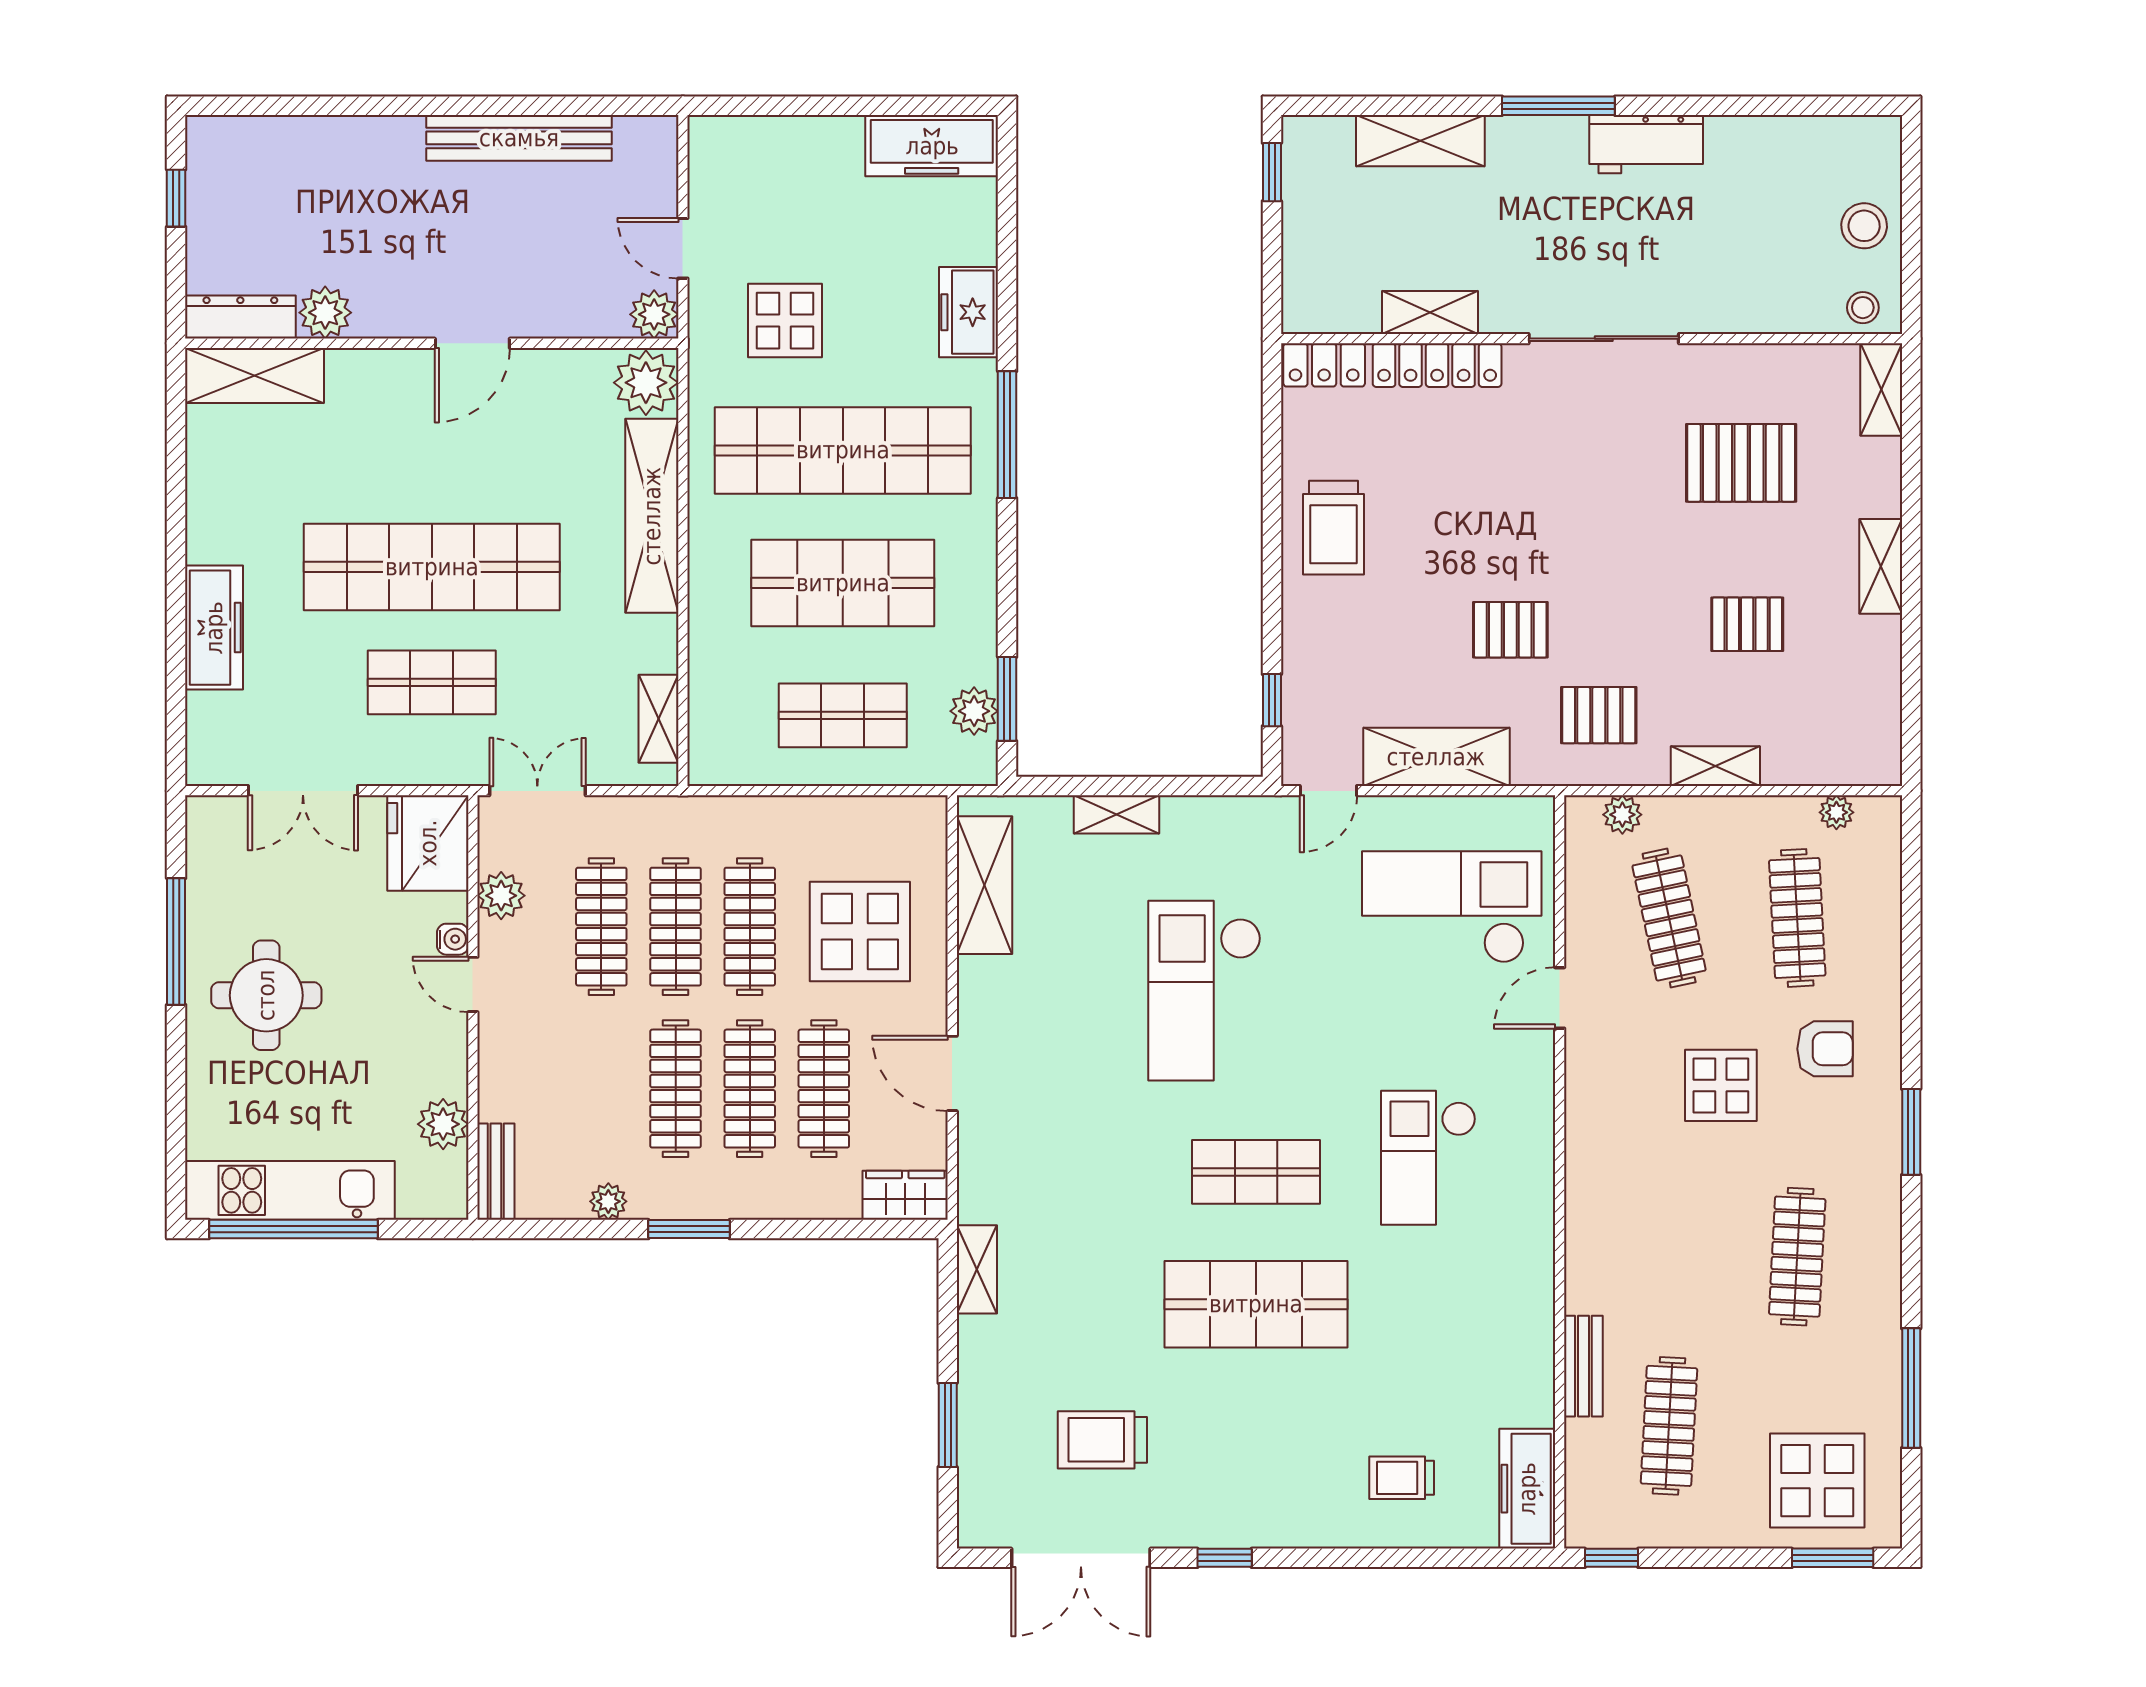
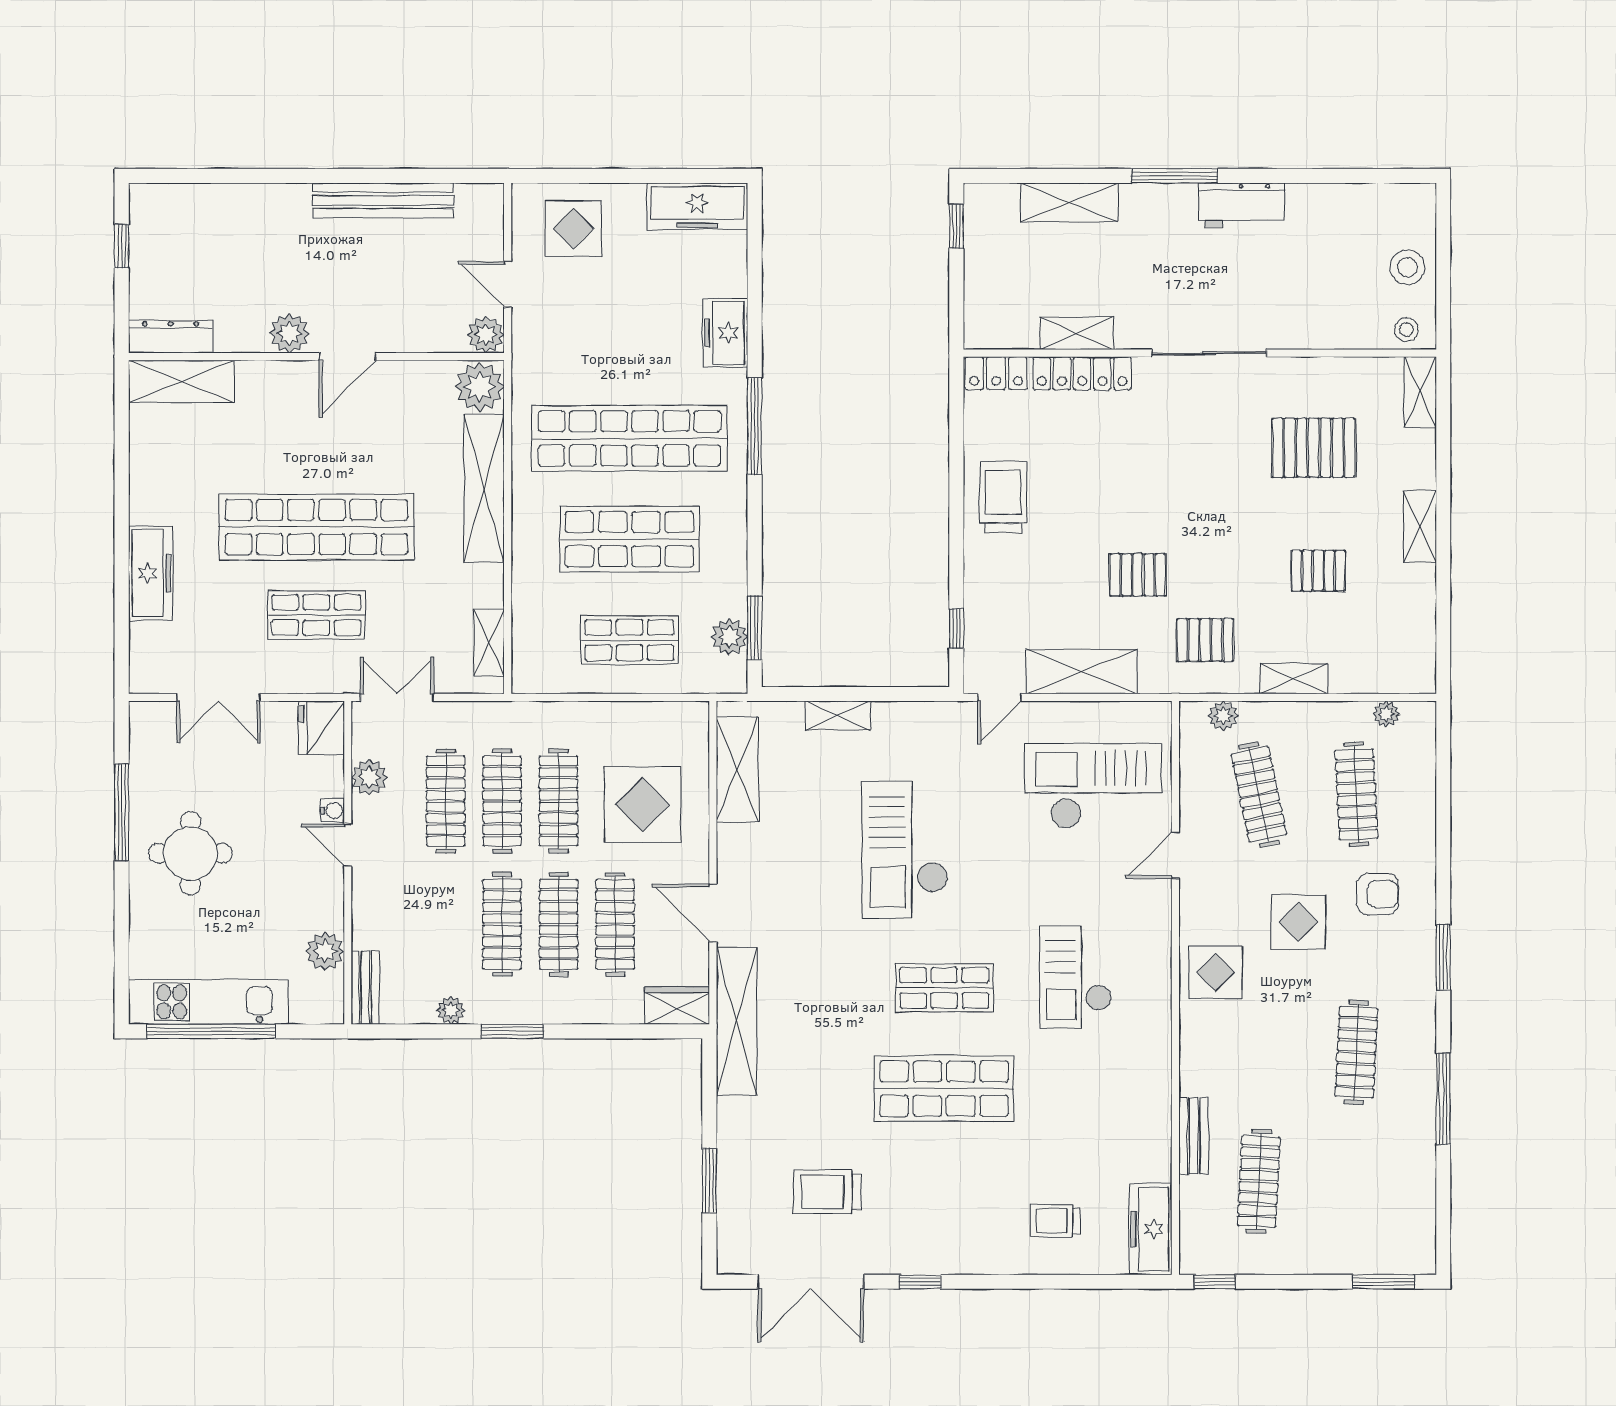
plant: (325, 313) -> (289, 333), moved
display table: (785, 321) -> (573, 228), moved
trolley: (1334, 528) -> (1003, 497), turned 180
fridge: (428, 843) -> (321, 728), width x0.73, depth x0.75
shelving: (977, 1269) -> (737, 1022), width x2.20, depth x1.33
window: (1911, 1388) -> (1443, 1099), moved
display table: (1817, 1481) -> (1216, 972), moved, width x0.73, depth x0.73

